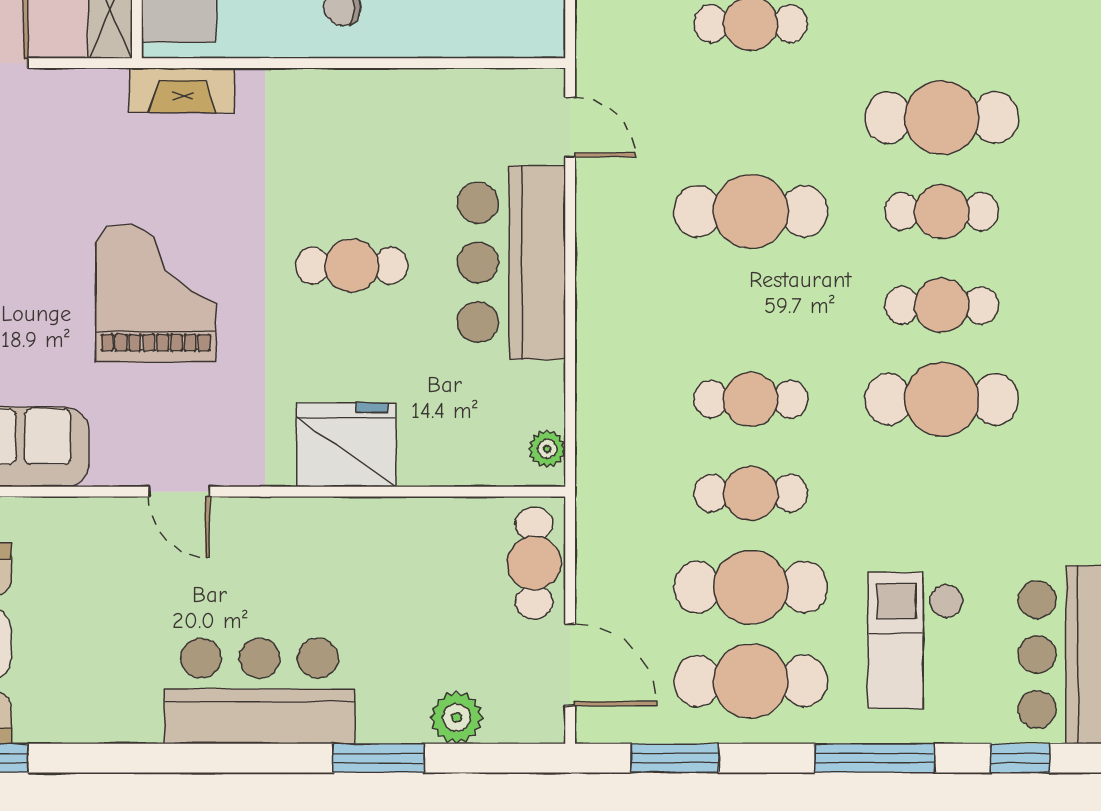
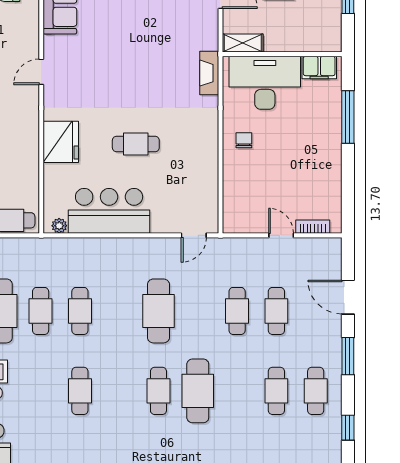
bar counter: (511, 262) -> (109, 211), moved
cafe table: (352, 266) -> (136, 144), turned 90
grand piano: (156, 293) -> (124, 62), removed
cafe table: (942, 305) -> (119, 391), removed
cafe table: (942, 399) -> (80, 391), width x0.73, depth x0.74

